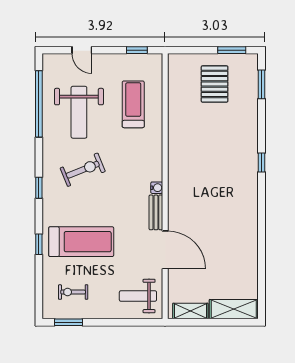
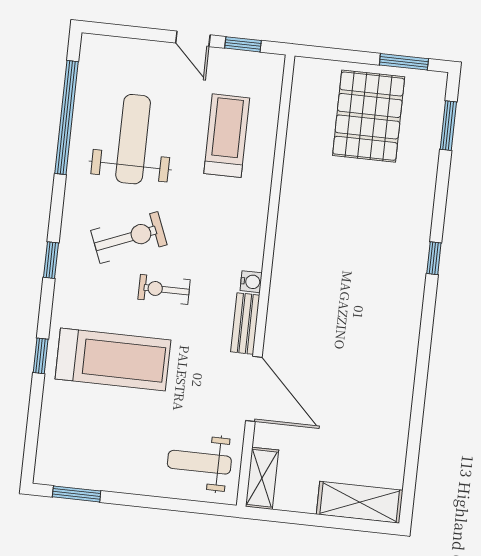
door: (82, 50) -> (193, 39), moved
pallet: (215, 84) -> (369, 116), width x1.37, depth x1.41
weight bench: (79, 112) -> (133, 139), turned 180
exercise bike: (73, 292) -> (164, 289), moved
shelving: (190, 311) -> (262, 478), moved, turned 90

